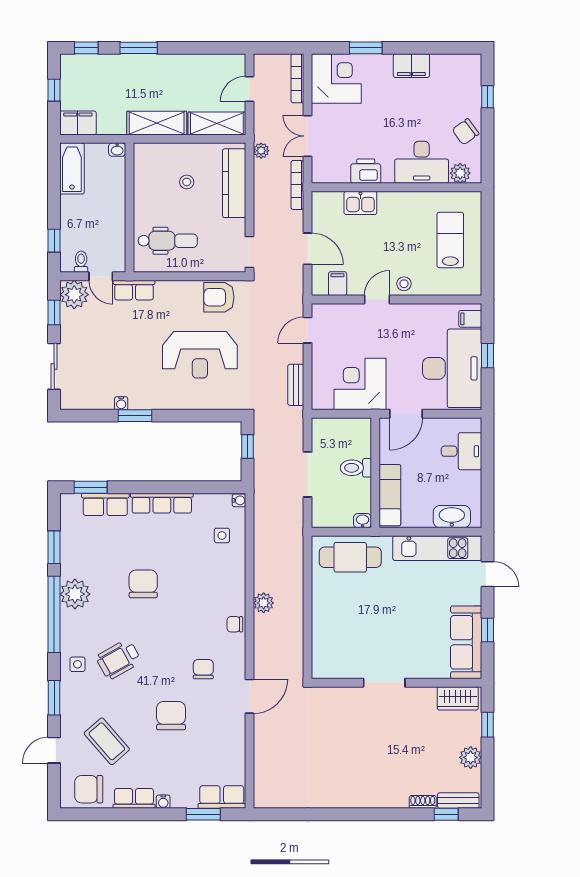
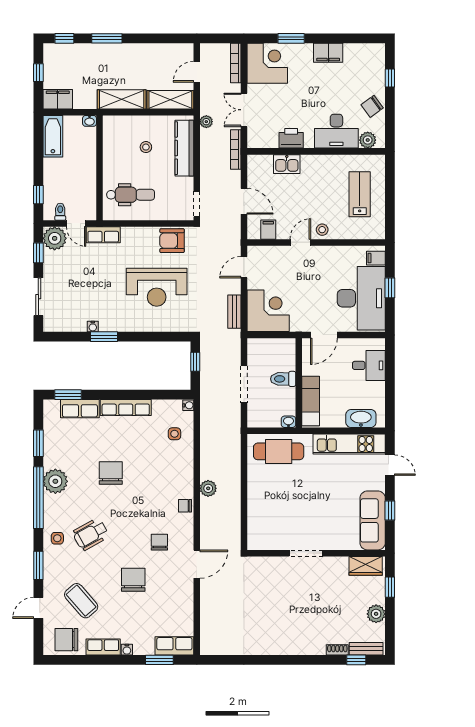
corner desk: (360, 384) -> (268, 311), moved, turned 90

